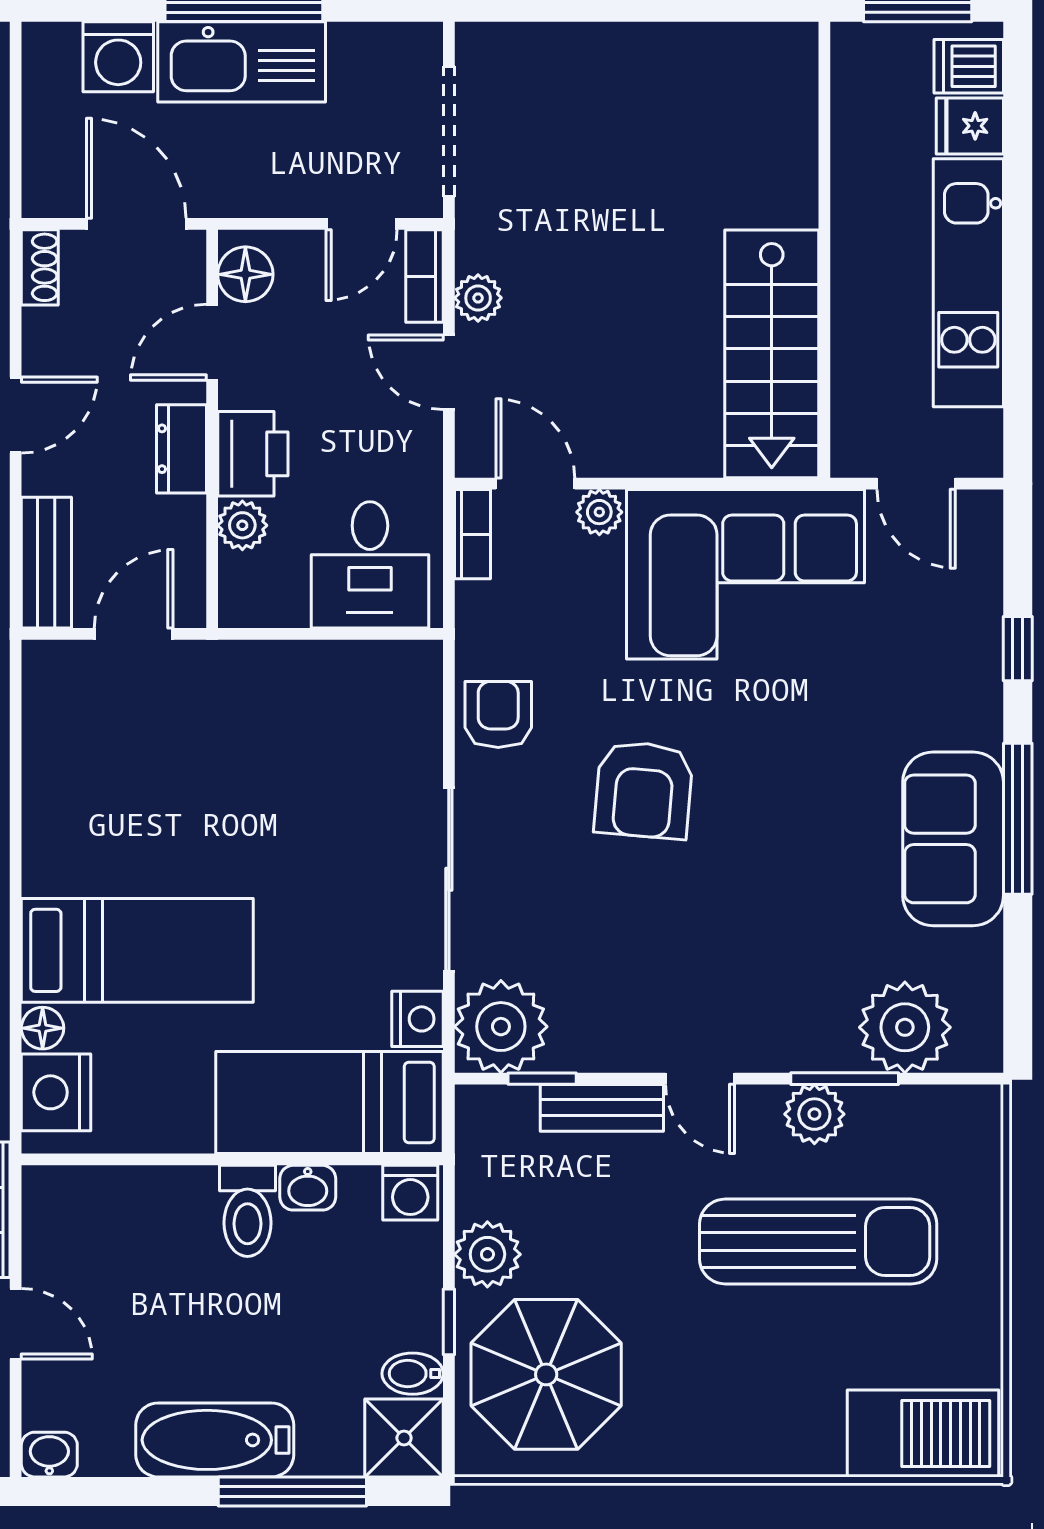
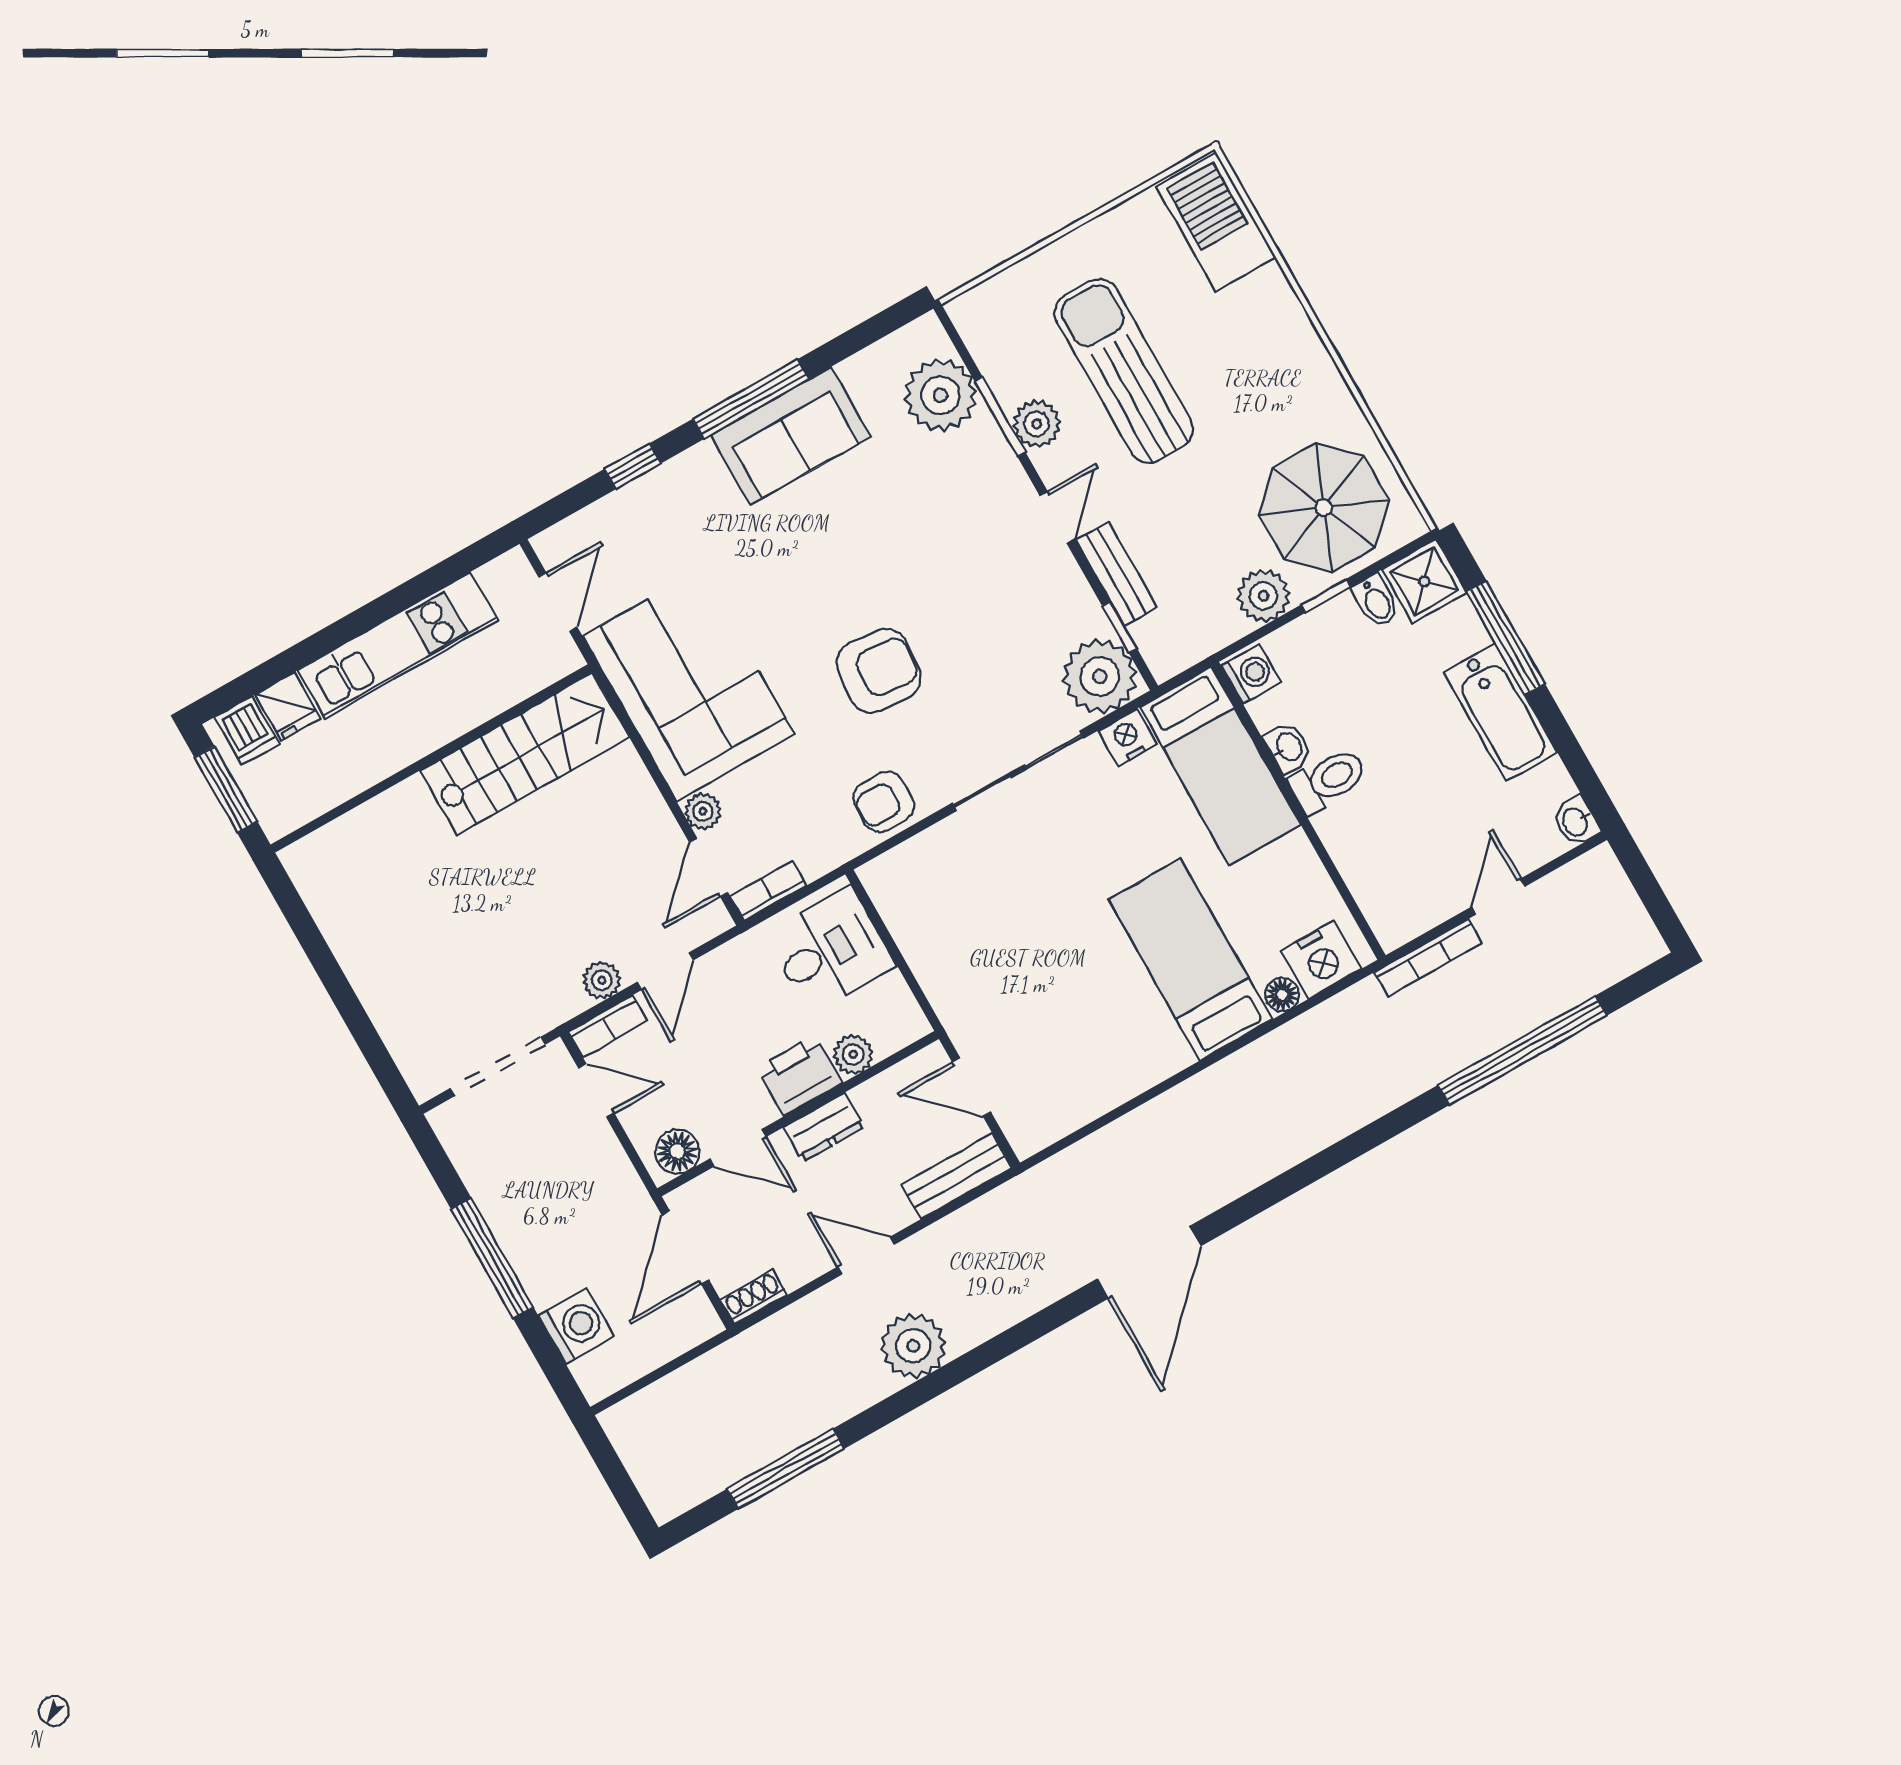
kitchen sink: (242, 62) -> (531, 1238), removed

